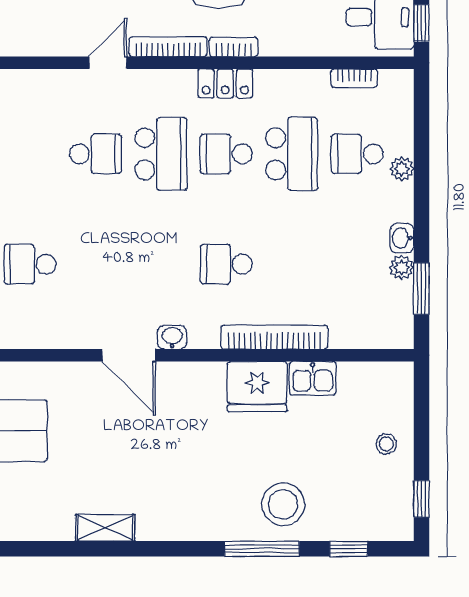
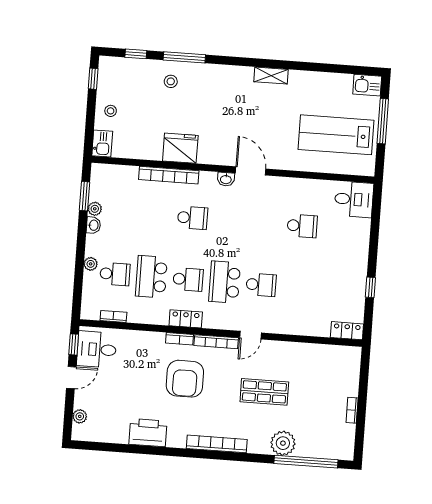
school desk: (95, 154) -> (261, 285), turned 180
kitchen sink: (313, 378) -> (102, 144), moved, turned 90
stool: (283, 504) -> (171, 81), width x0.53, depth x0.53

